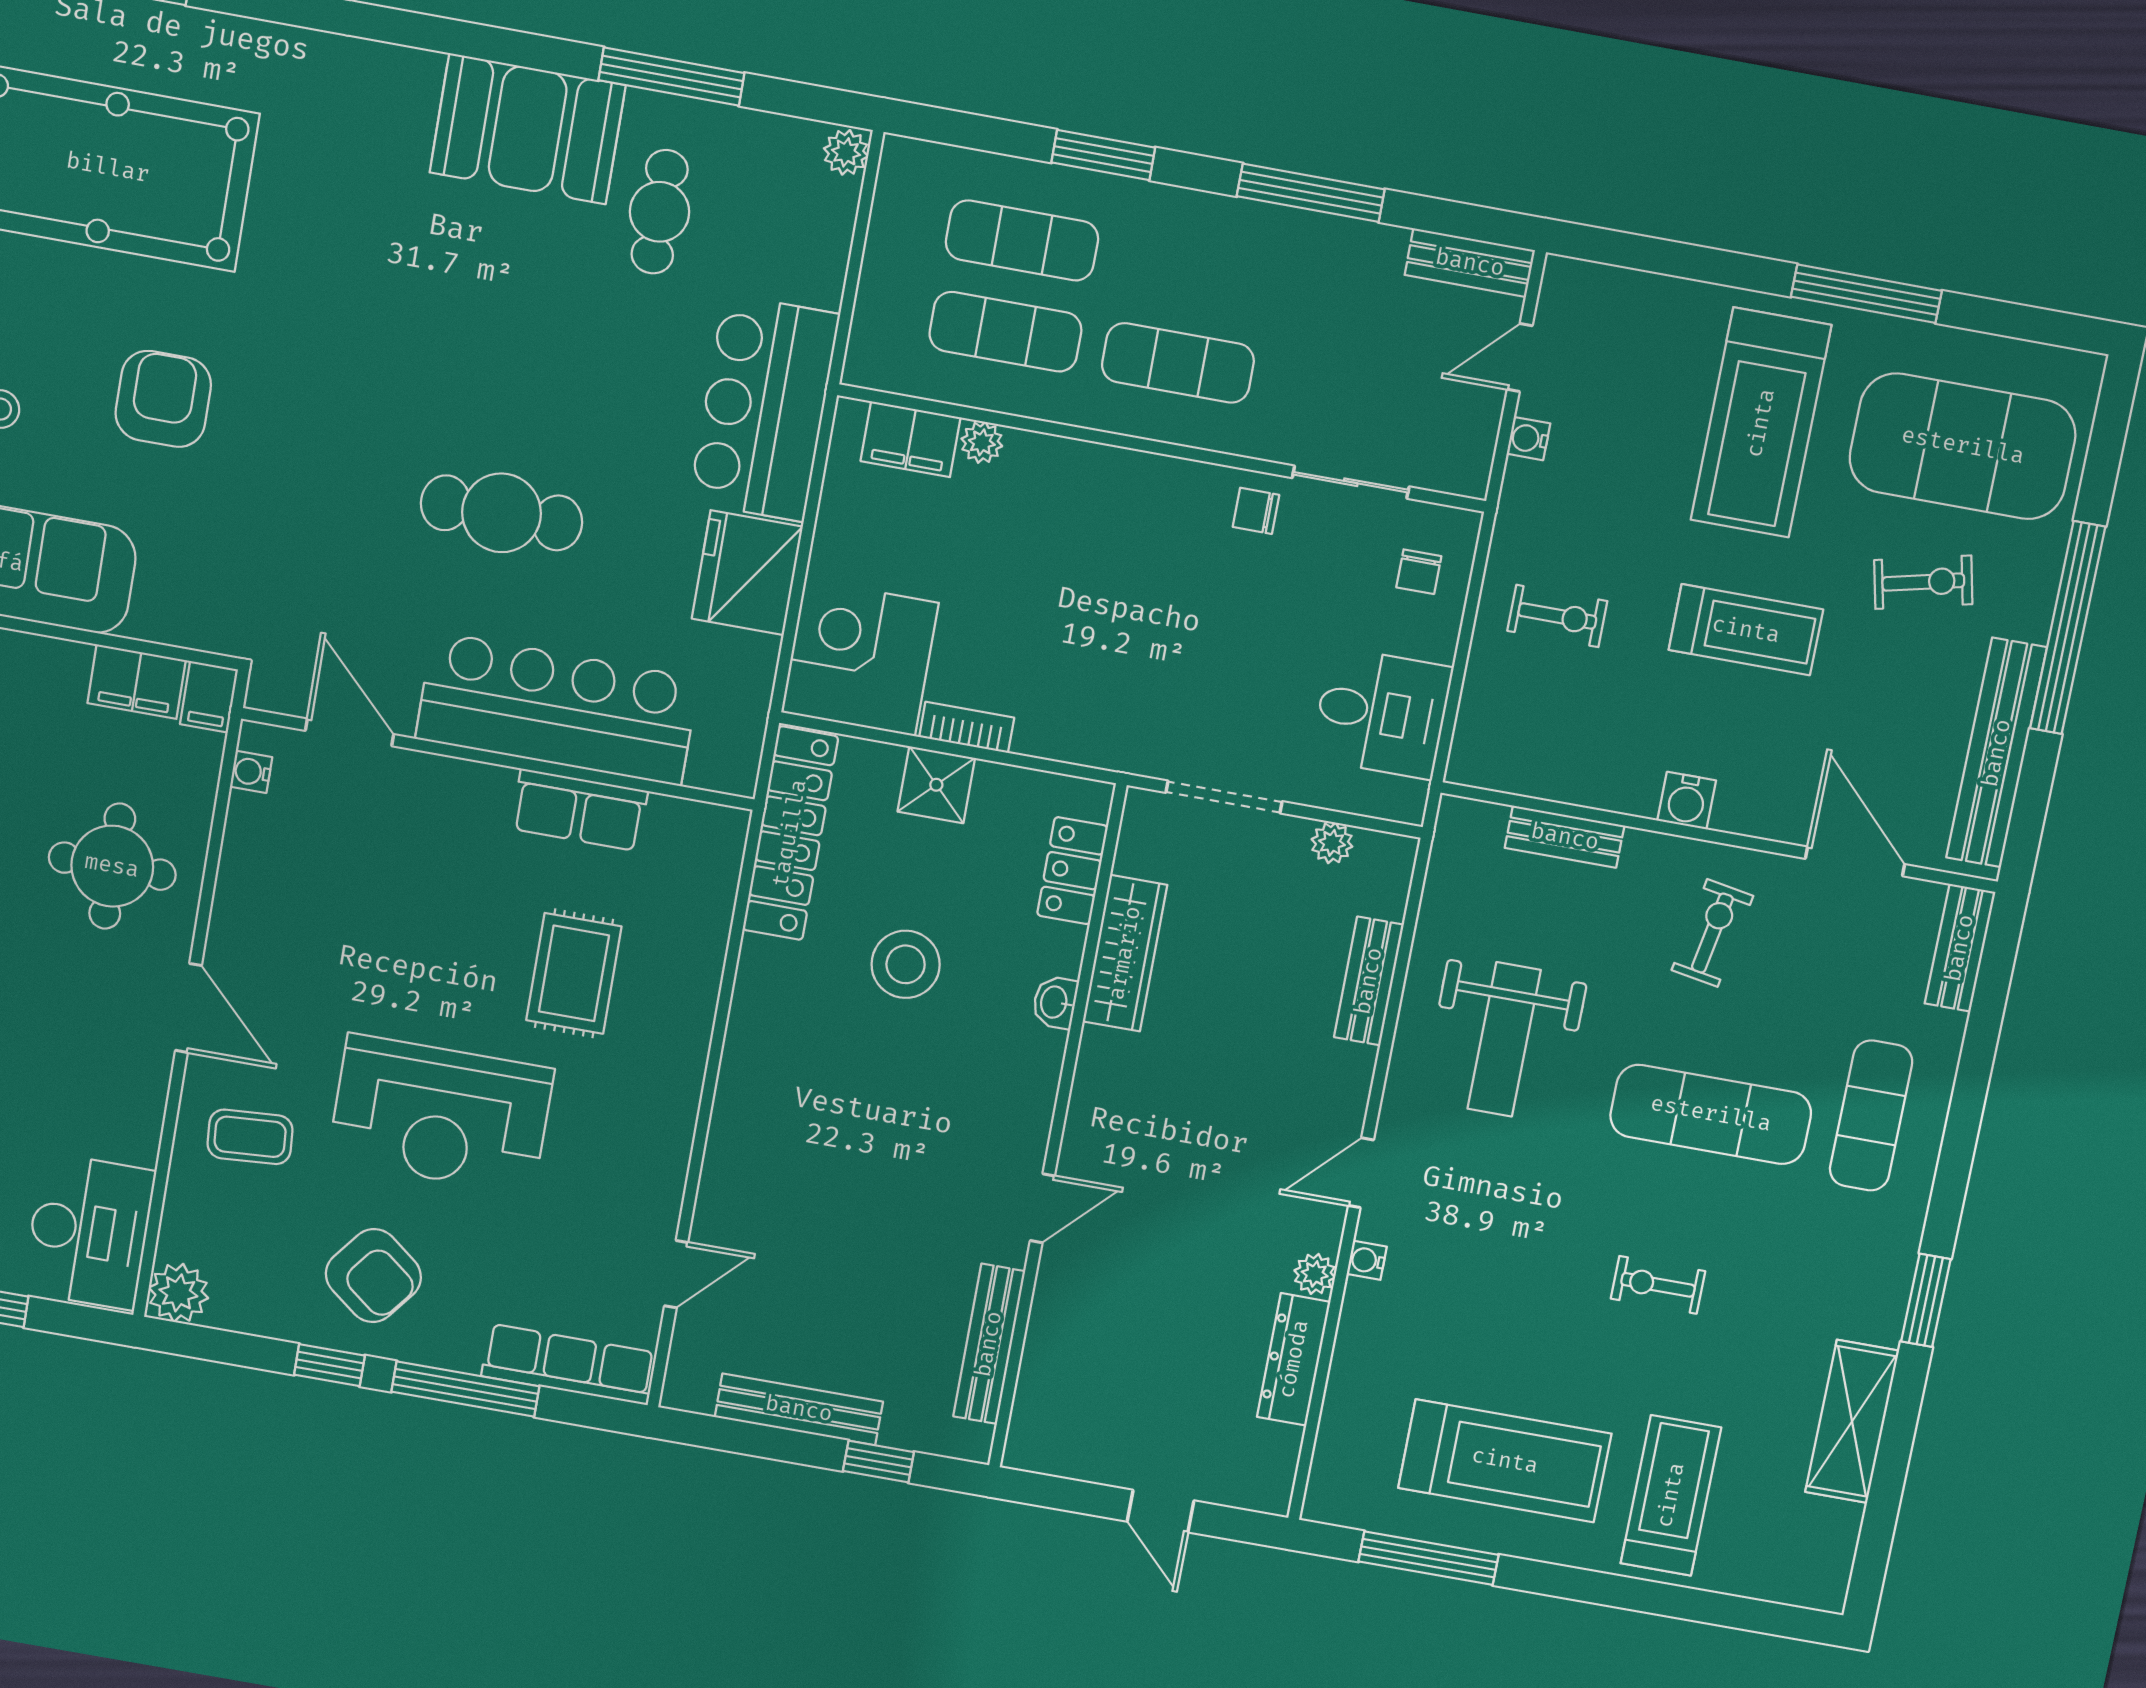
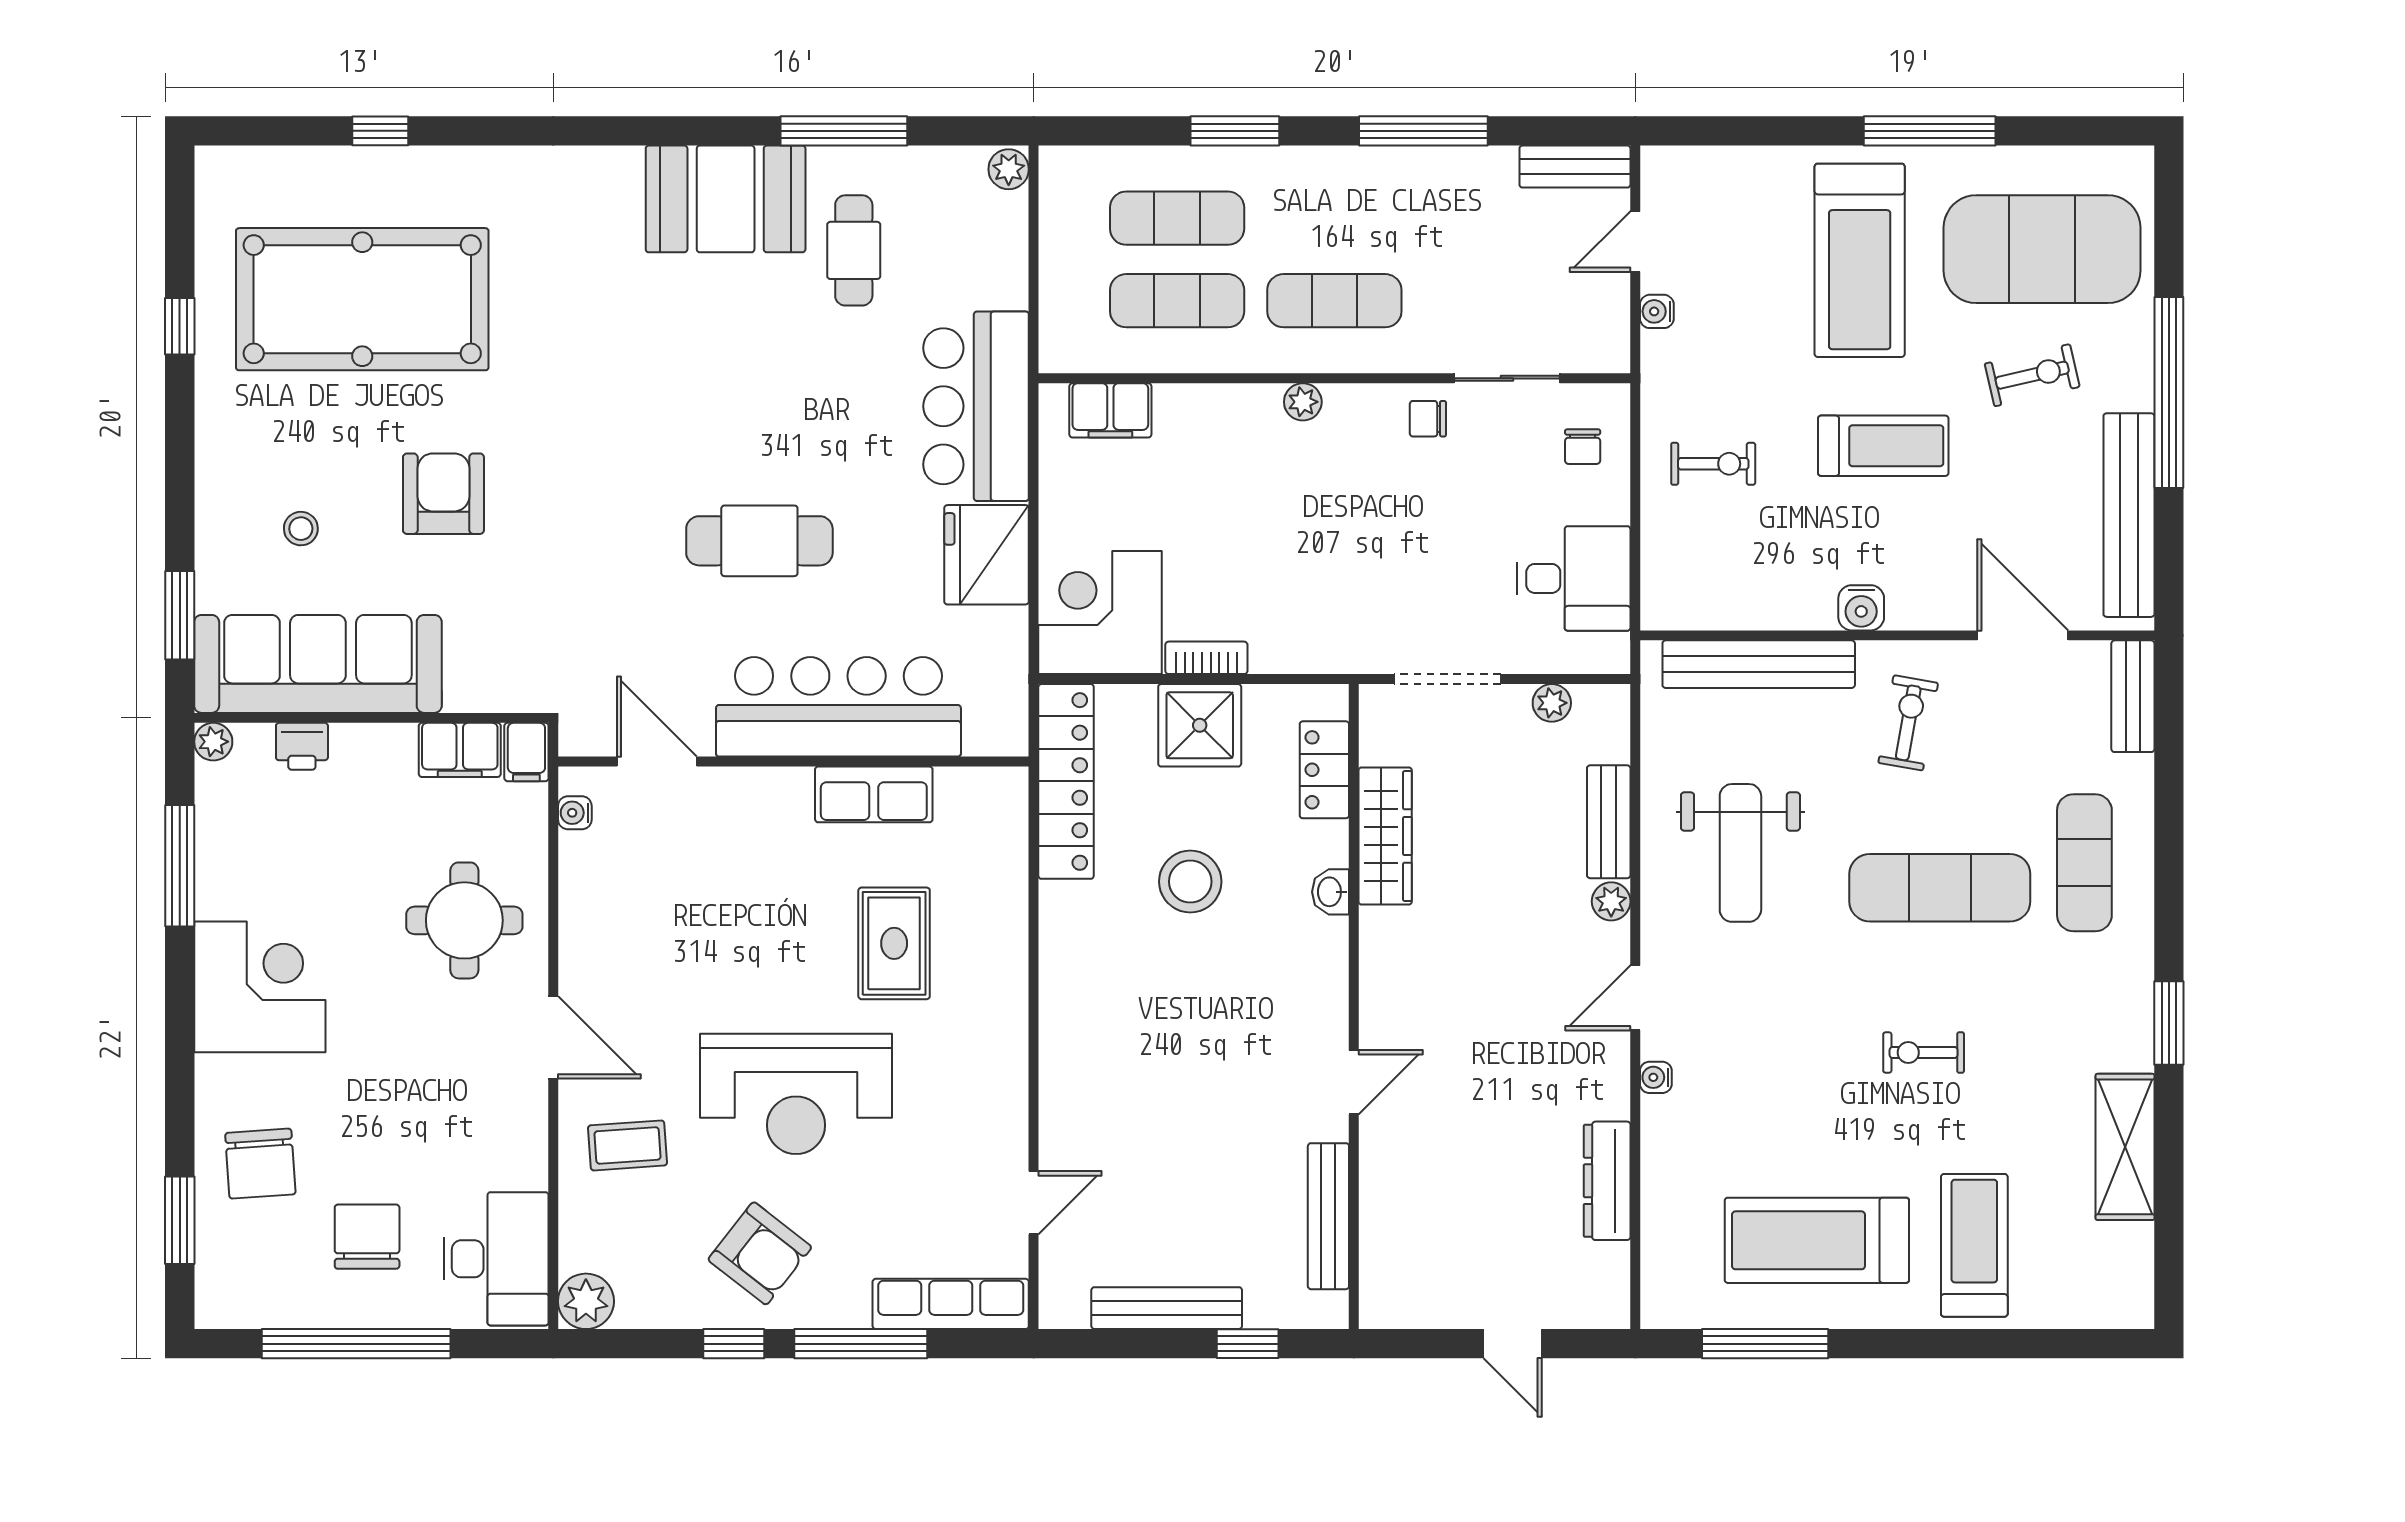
plant: (982, 442) -> (1303, 402), moved
shower: (936, 785) -> (1200, 725), width x1.36, depth x1.36
bench: (1565, 837) -> (1759, 664), width x1.86, depth x1.21
plant: (1315, 1274) -> (1611, 901), moved
treadmill: (1505, 1461) -> (1817, 1240), turned 180

